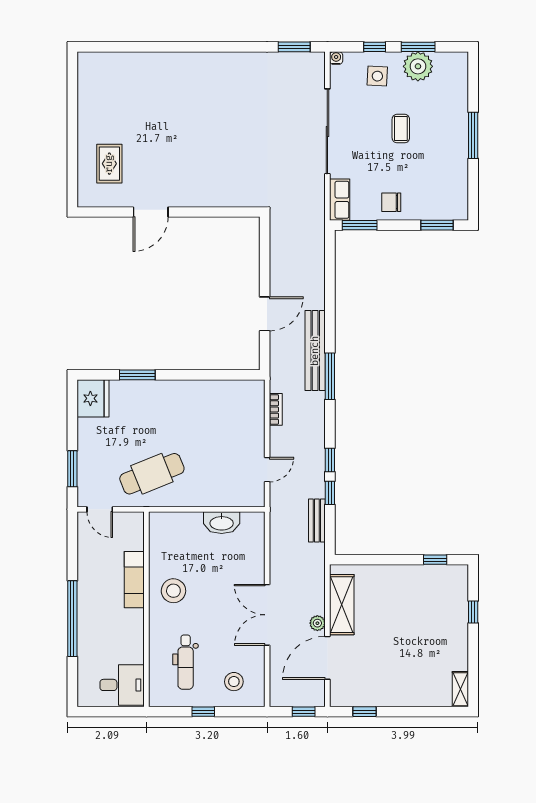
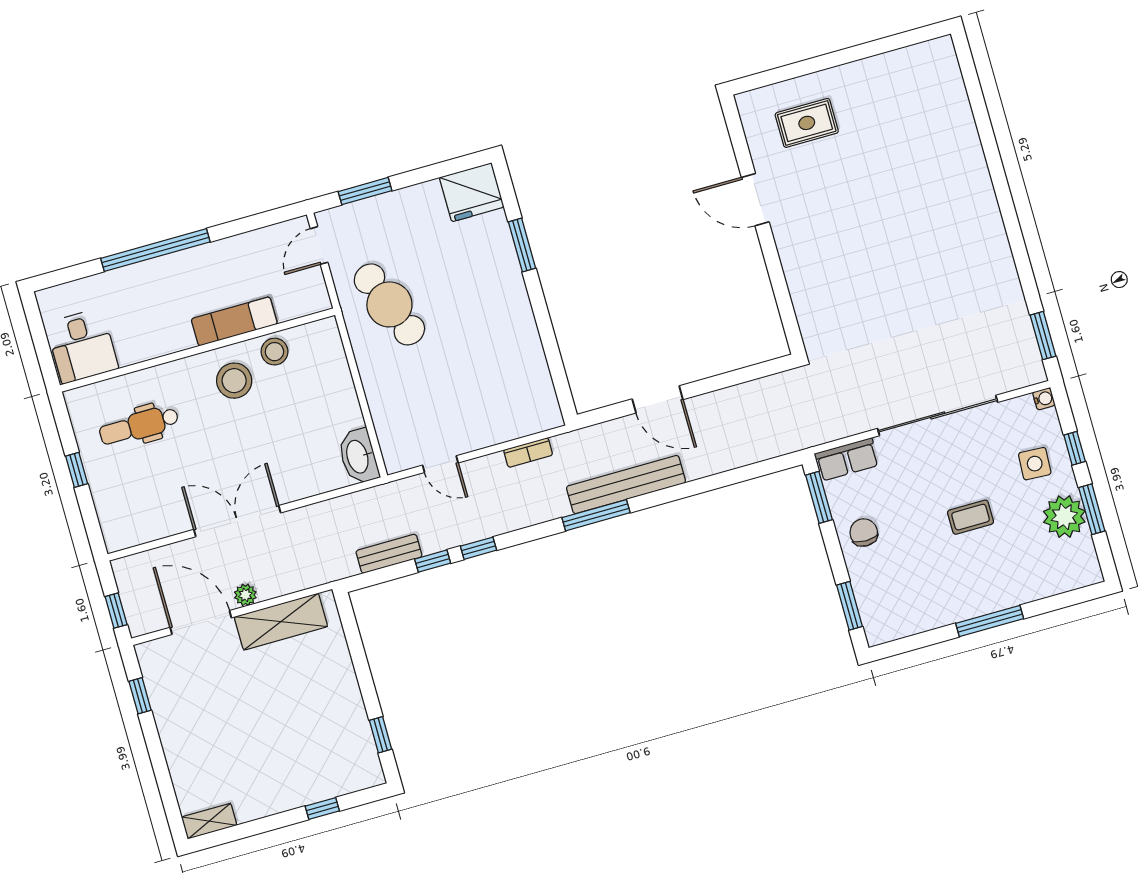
washbasin: (222, 523) -> (358, 456), moved
stool: (234, 682) -> (274, 352), moved

